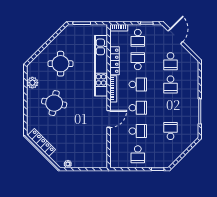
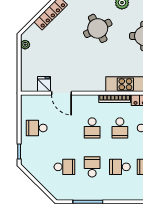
round table: (54, 103) -> (98, 28), turned -38
door: (109, 119) -> (62, 93), moved
school desk: (138, 131) -> (92, 167), moved, turned 180
fridge: (101, 148) -> (44, 84), added

